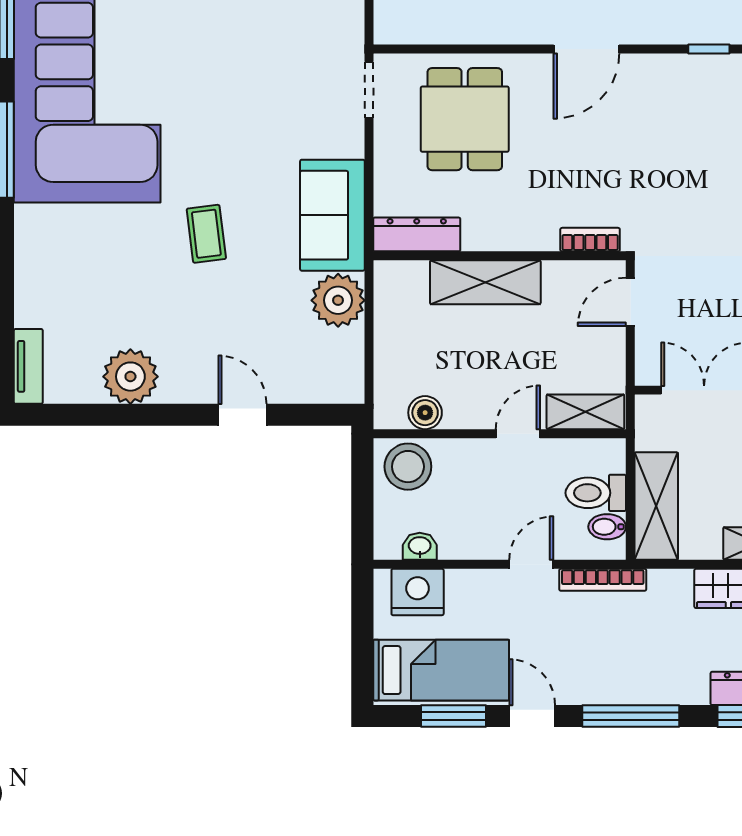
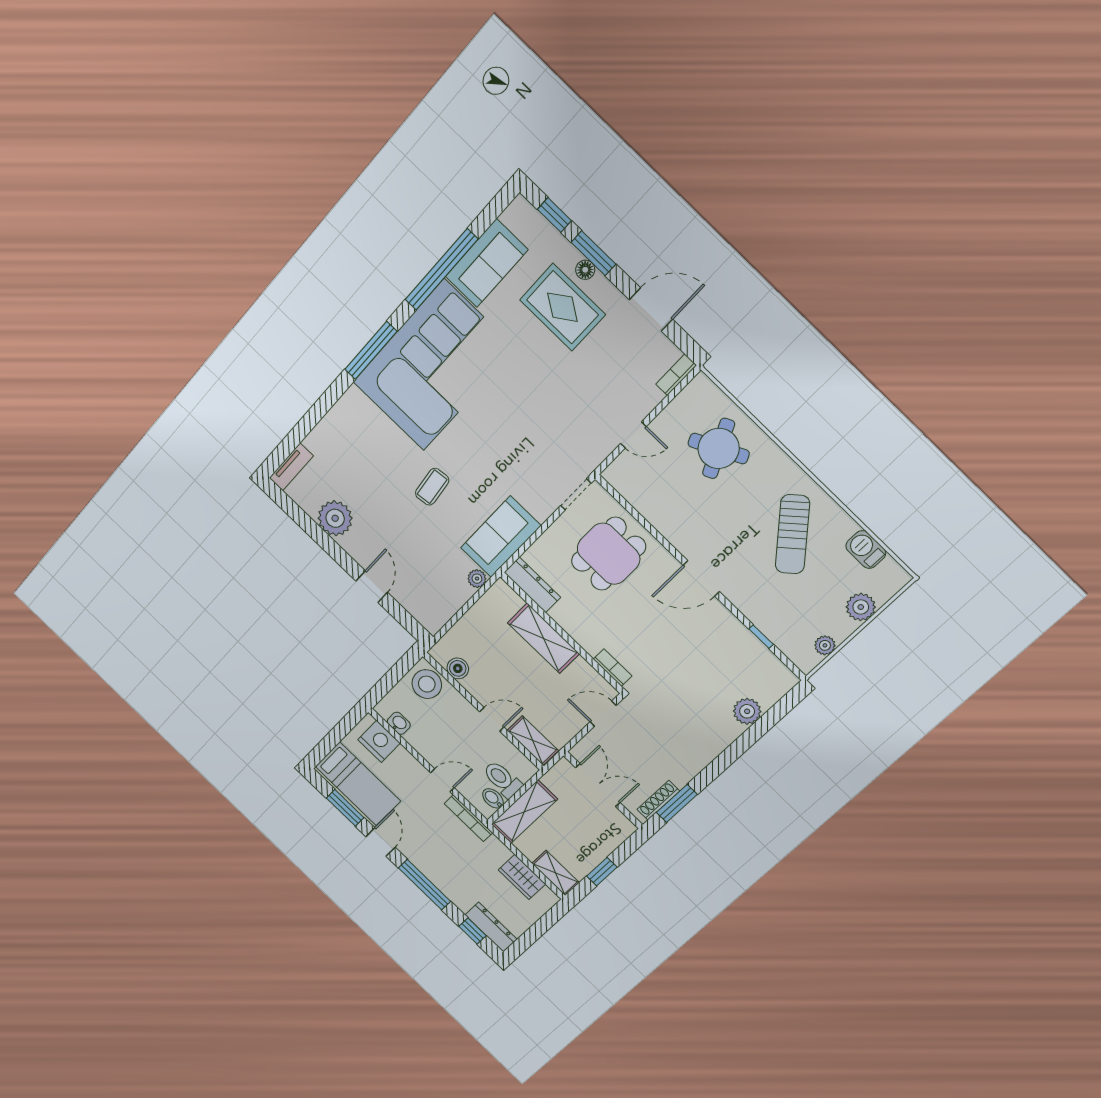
plant: (338, 300) -> (477, 579), width x0.53, depth x0.53

